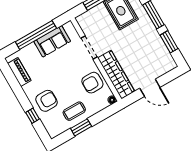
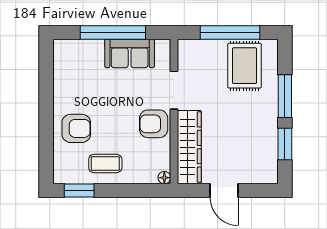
piano: (19, 72) -> (62, 69), removed
armchair: (92, 83) -> (154, 124), moved
window: (33, 116) -> (46, 138), removed
window: (81, 127) -> (79, 191), moved

